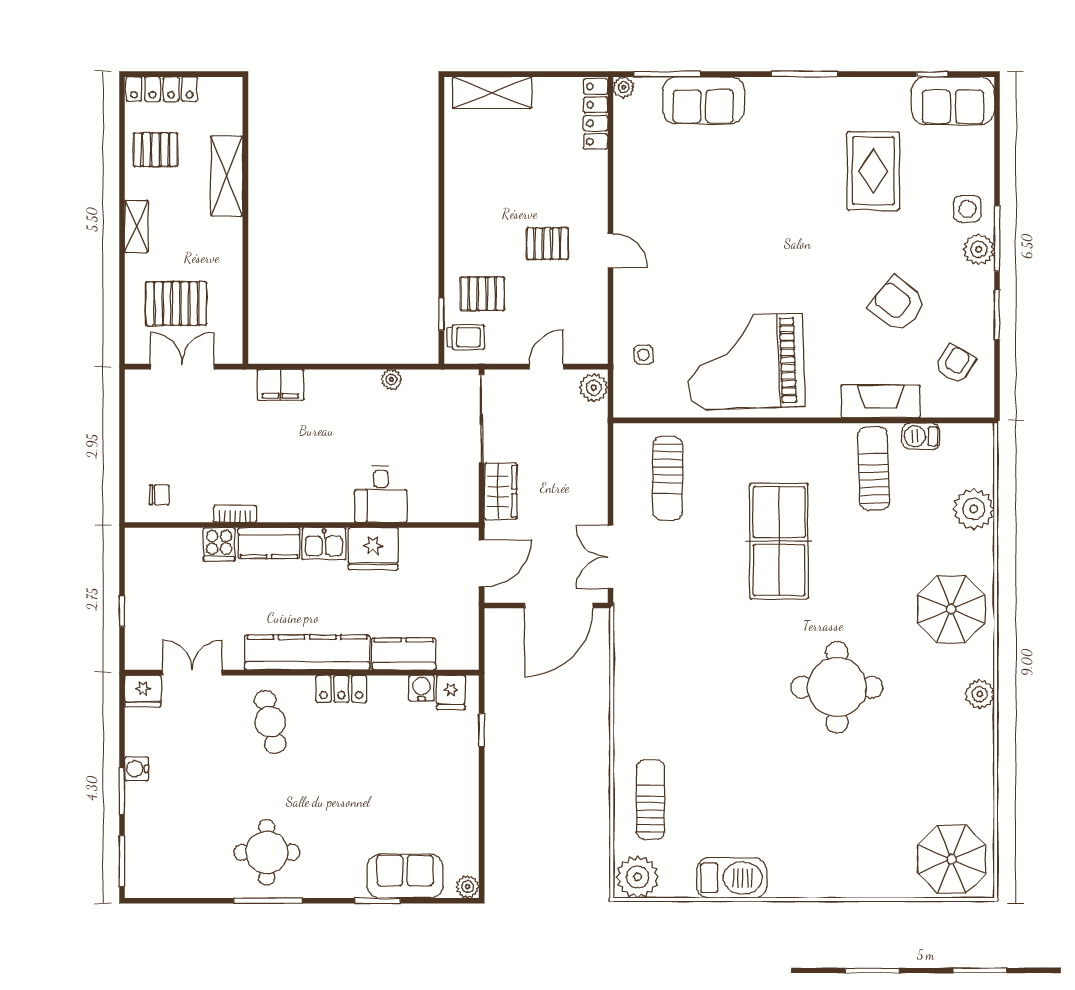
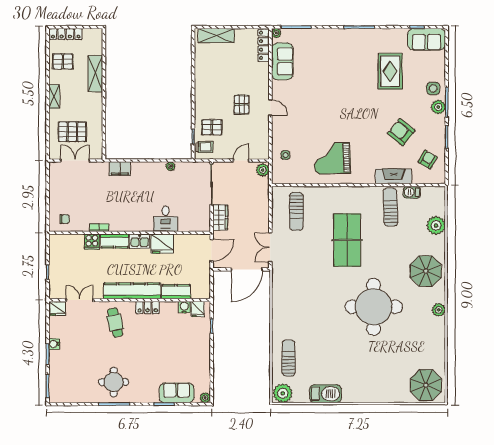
sofa: (703, 100) -> (282, 61), moved, turned -90
pallet: (547, 244) -> (242, 104), turned 90
grand piano: (746, 362) -> (332, 158), width x0.73, depth x0.68
round table: (837, 687) -> (374, 307), width x1.36, depth x1.36

